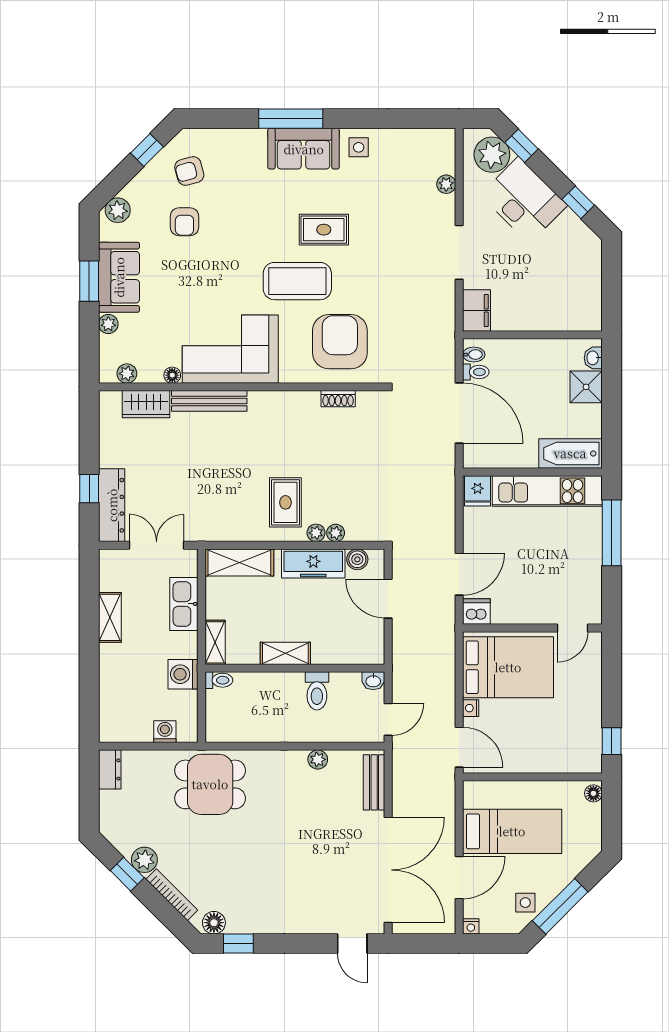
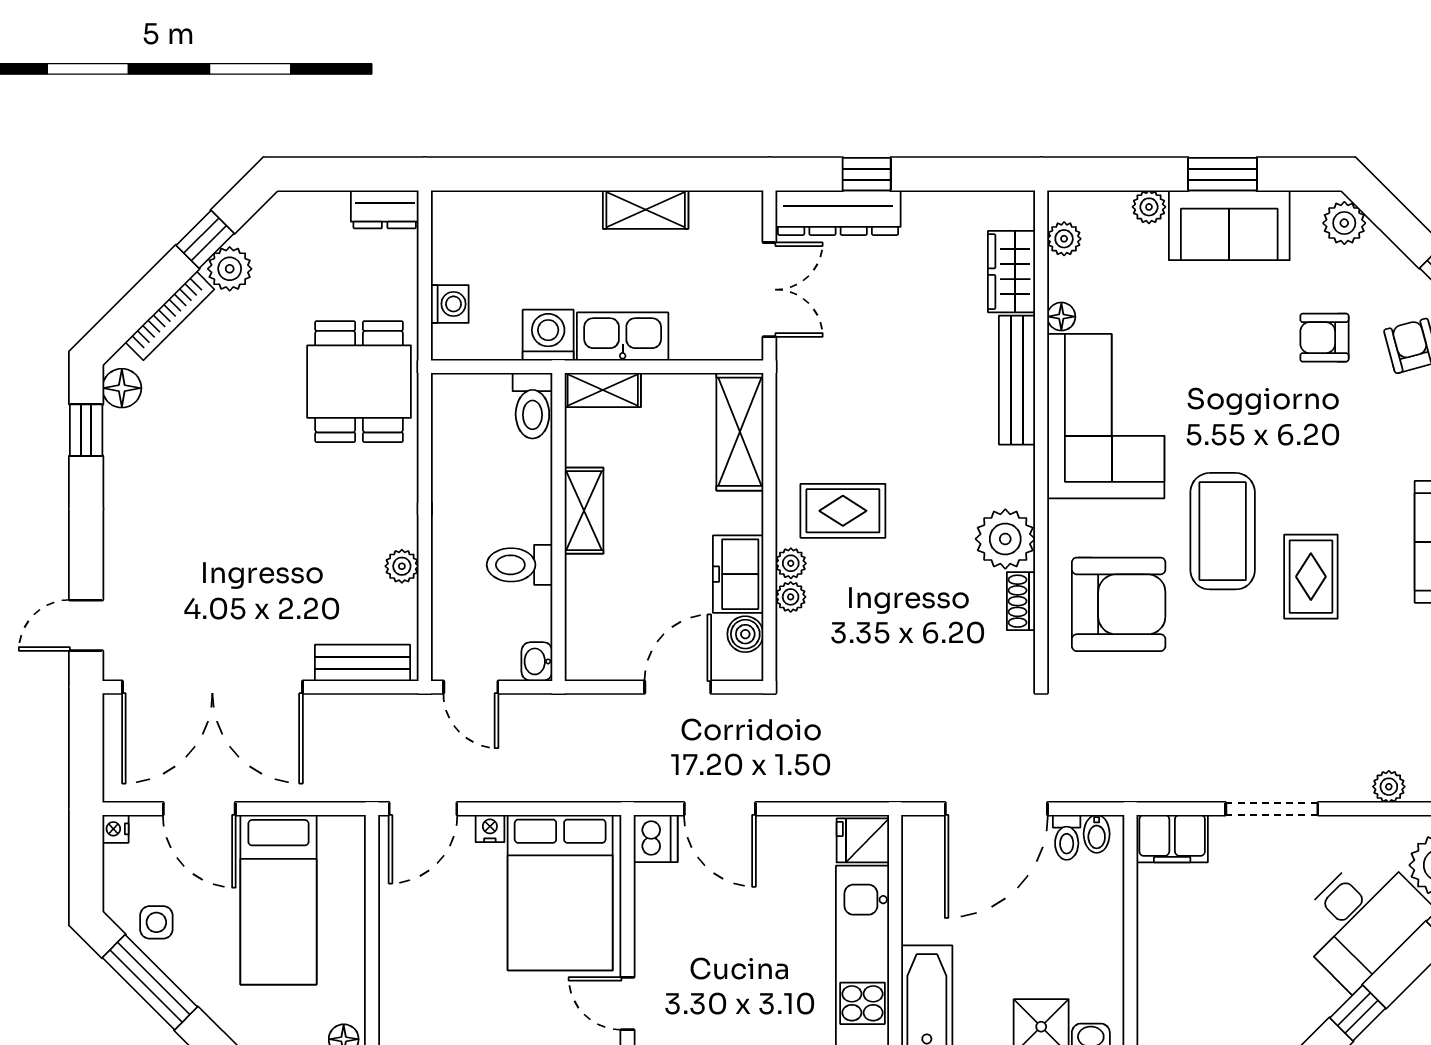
plant: (302, 408) -> (1005, 539), added
freezer: (313, 563) -> (738, 574), width x0.71
kitchen sink: (184, 604) -> (623, 337), moved
toilet: (219, 680) -> (532, 406), width x1.37, depth x1.39

